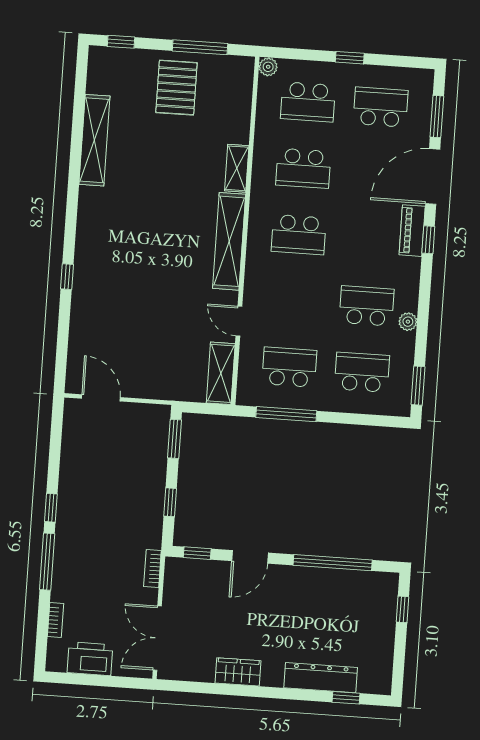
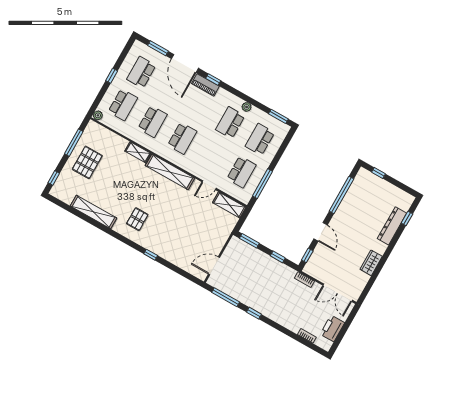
pallet: (176, 88) -> (87, 162), turned 90
pallet: (118, 223) -> (137, 219), added
school desk: (289, 367) -> (241, 172), turned 180
window: (47, 562) -> (226, 297), moved

